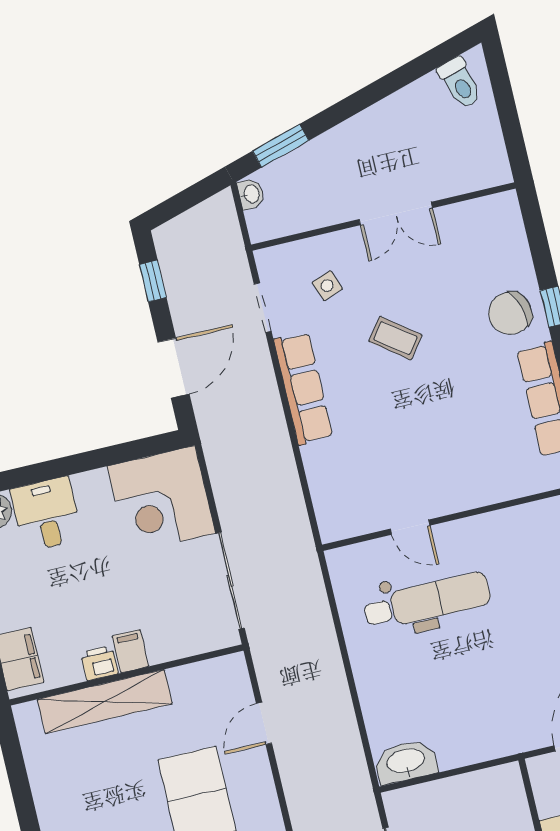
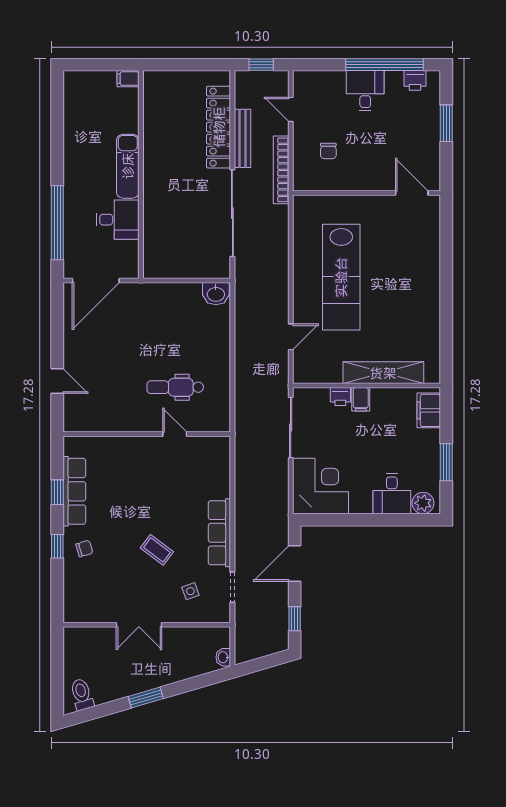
window: (281, 146) -> (146, 697), moved
double door: (396, 214) -> (139, 625), swing flipped
chair: (510, 313) -> (84, 549), width x0.54, depth x0.54
dental chair: (427, 601) -> (175, 387), width x0.73, depth x0.72
printer: (99, 663) -> (340, 397), moved
washbasin: (406, 762) -> (216, 294), width x0.72

